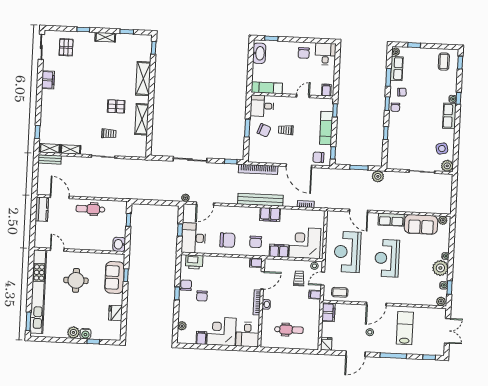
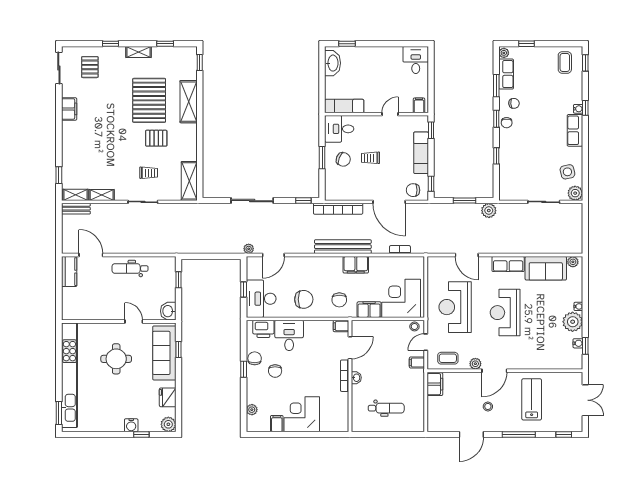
chair: (304, 53) -> (388, 60), removed
pallet: (112, 76) -> (149, 100), added
shelving: (142, 119) -> (189, 181), moved
door: (57, 250) -> (134, 321), moved
sofa: (115, 277) -> (164, 353), width x1.36
trolley: (299, 278) -> (396, 343), removed
plant: (441, 301) -> (475, 364), moved
plant: (73, 332) -> (168, 424), moved
desk: (247, 334) -> (289, 335), moved, turned 180
fridge: (326, 344) -> (434, 424), removed

